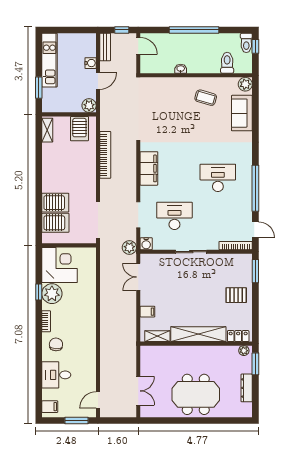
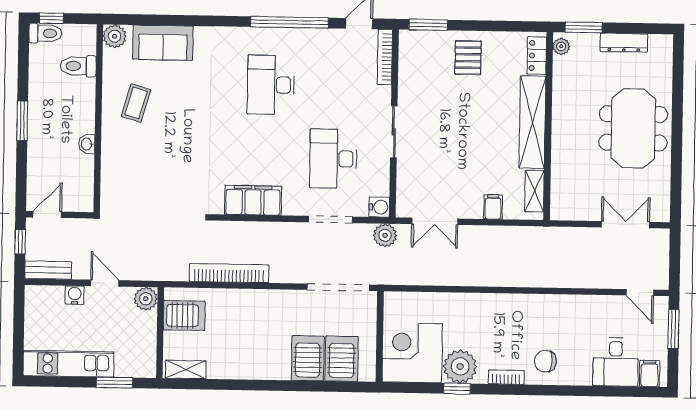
window: (194, 30) -> (22, 121), width x0.47
desk: (56, 375) -> (616, 362), moved

